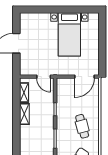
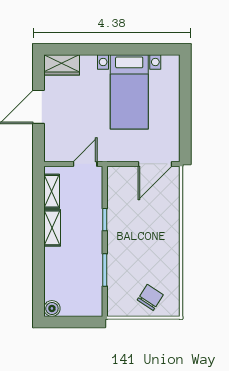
wardrobe: (30, 19) -> (62, 65), added
door: (44, 77) -> (85, 164), swing flipped
cafe table: (82, 126) -> (151, 249), removed

